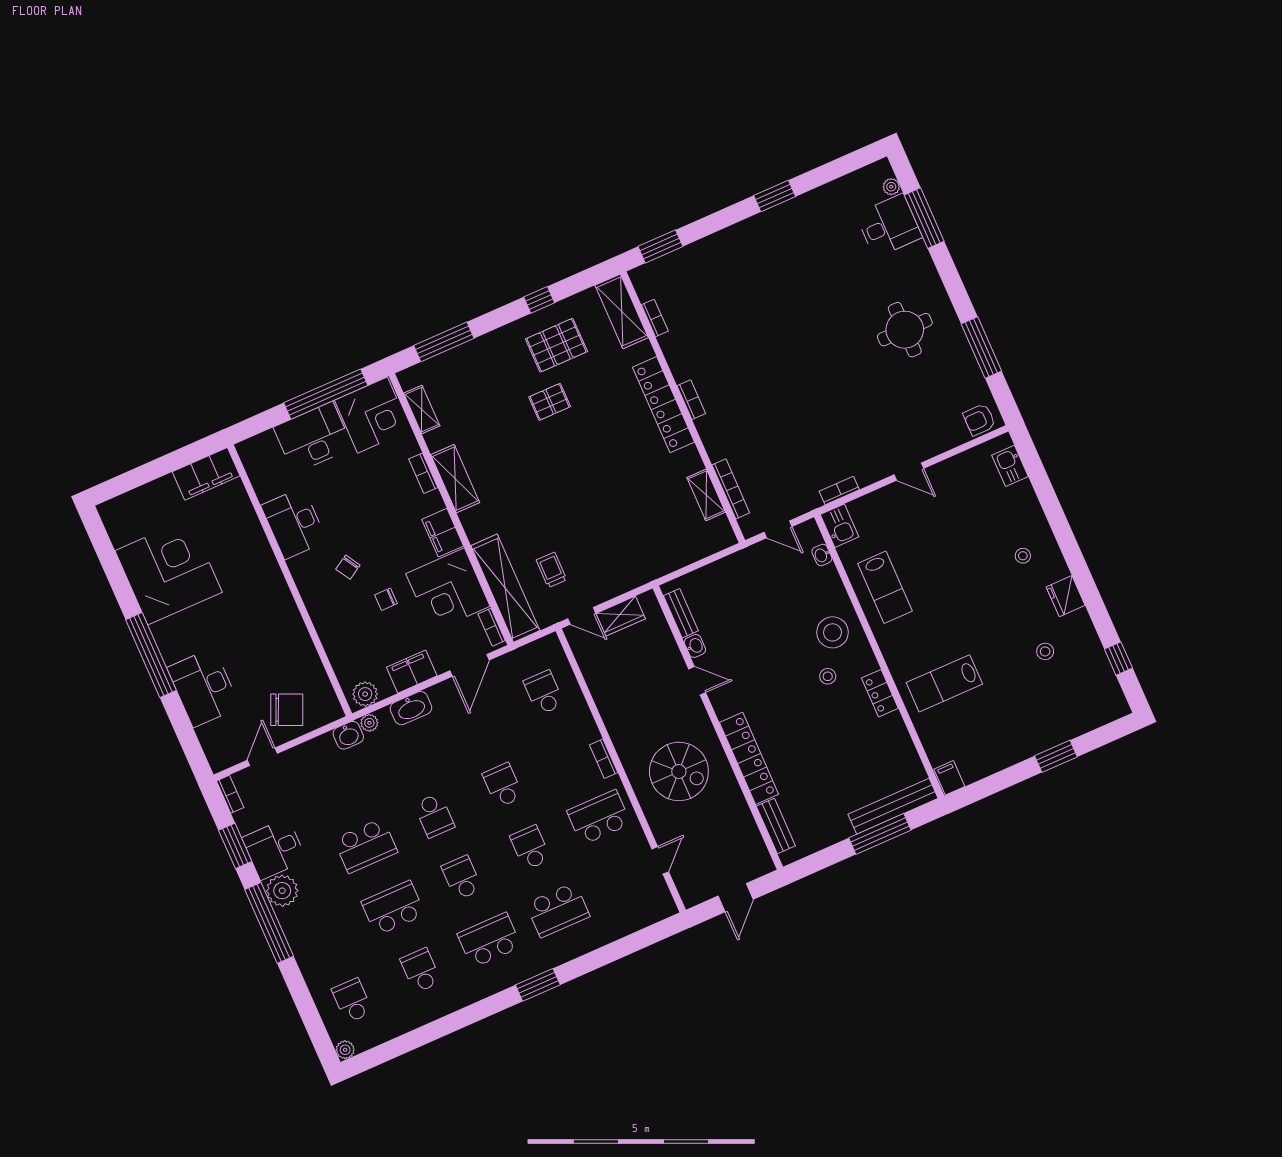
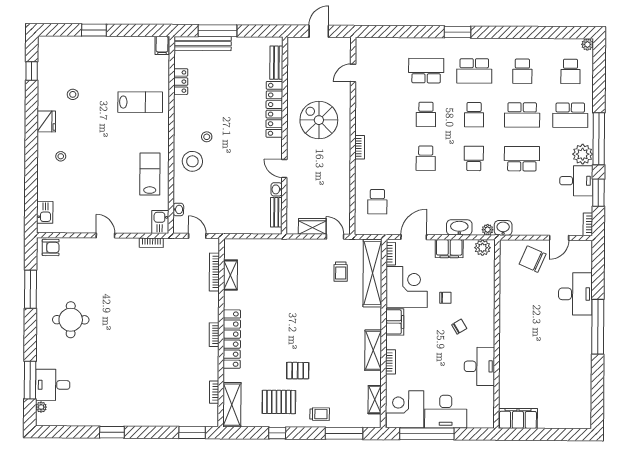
trolley: (491, 354) -> (320, 414), added
corner desk: (169, 571) -> (566, 371), removed
locker: (880, 693) -> (181, 82), moved
school desk: (599, 817) -> (570, 115), moved

